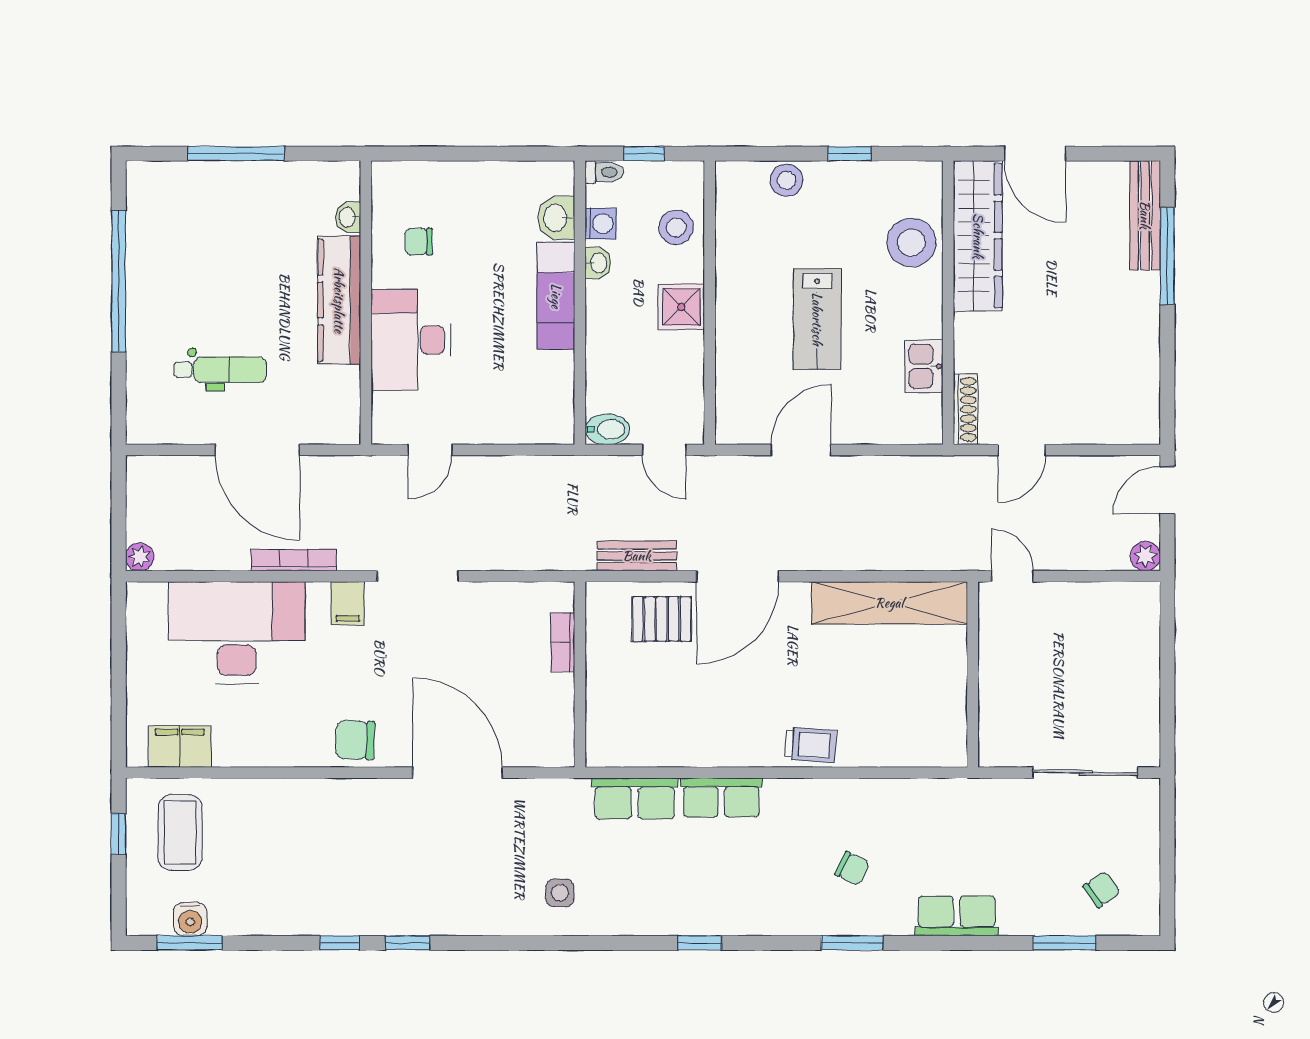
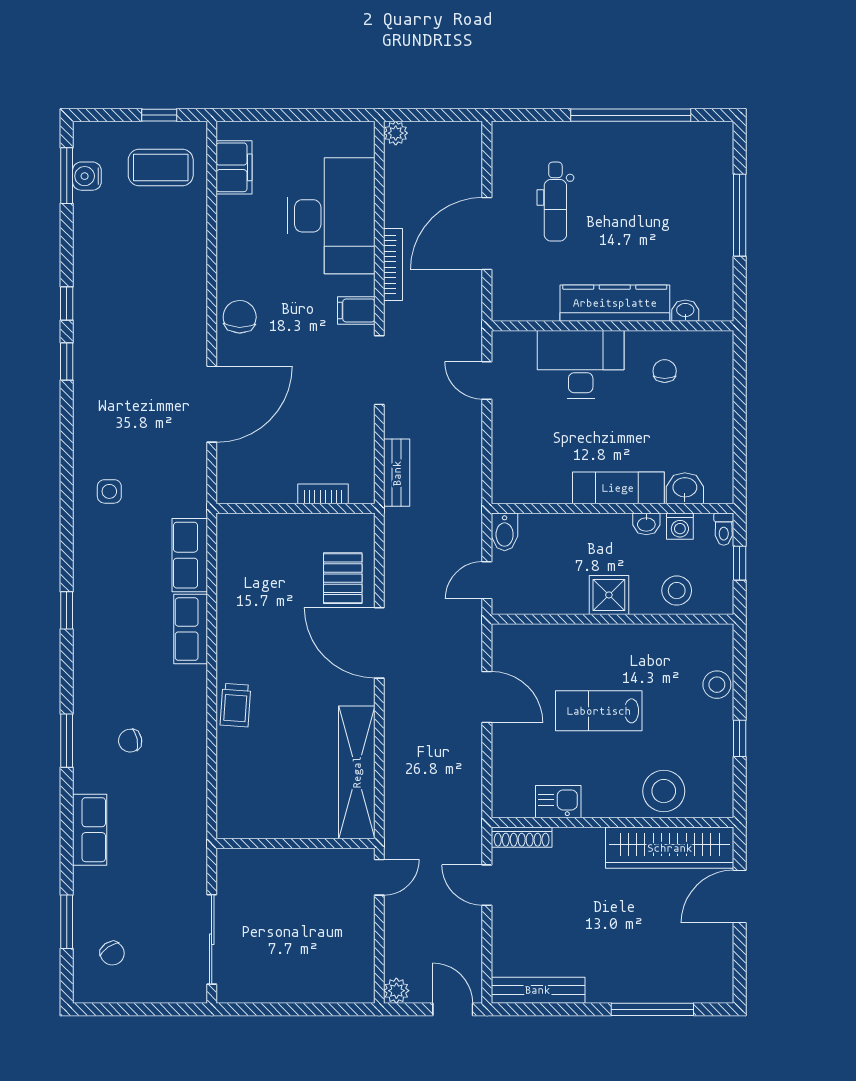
bench: (1145, 215) -> (538, 990), moved
bench: (637, 556) -> (397, 473), moved
chair: (852, 868) -> (130, 741), turned 53

